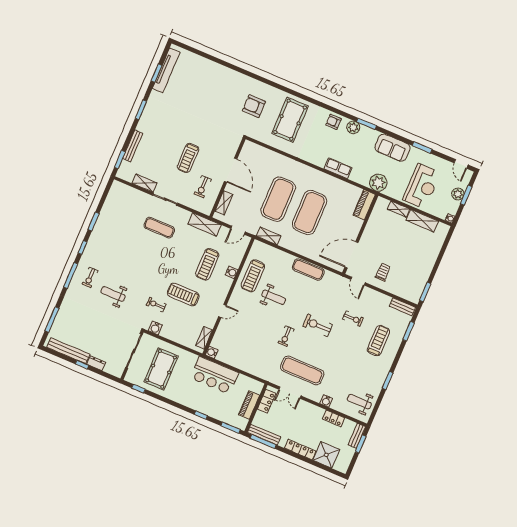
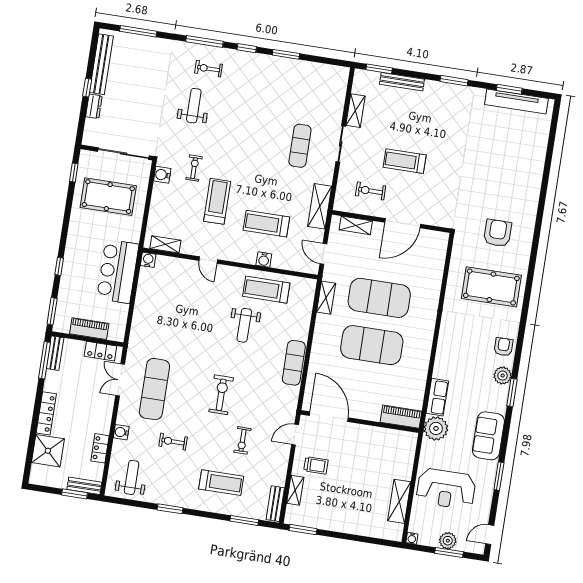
row of seats: (338, 168) -> (437, 397), moved
shelving: (399, 209) -> (295, 490), moved
exercise bike: (286, 336) -> (173, 442), moved
bench: (264, 435) -> (55, 353), width x0.73

